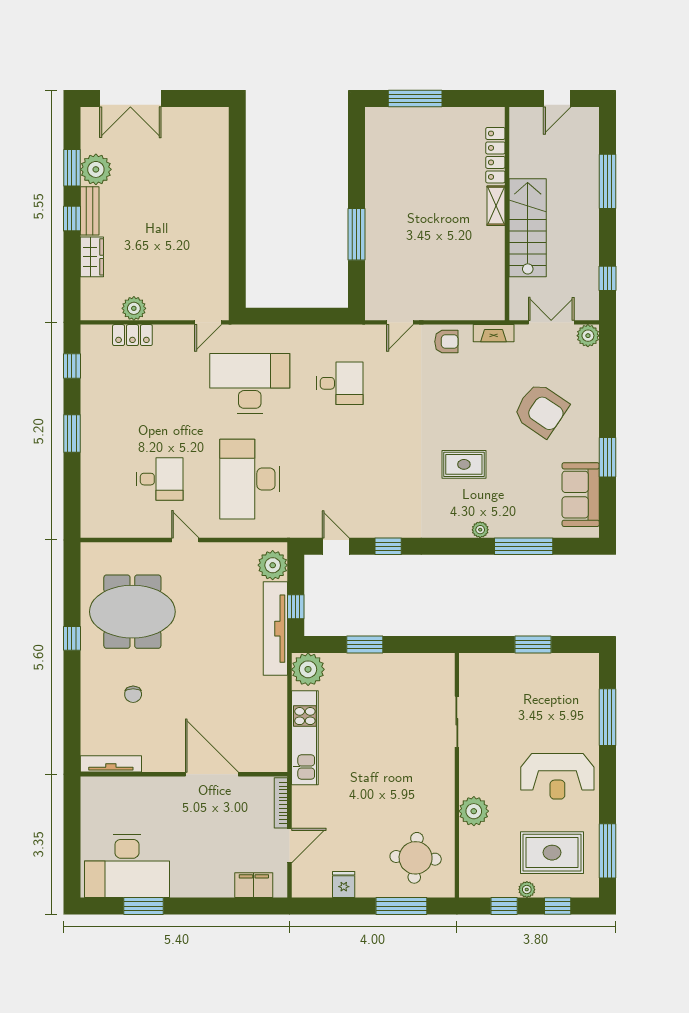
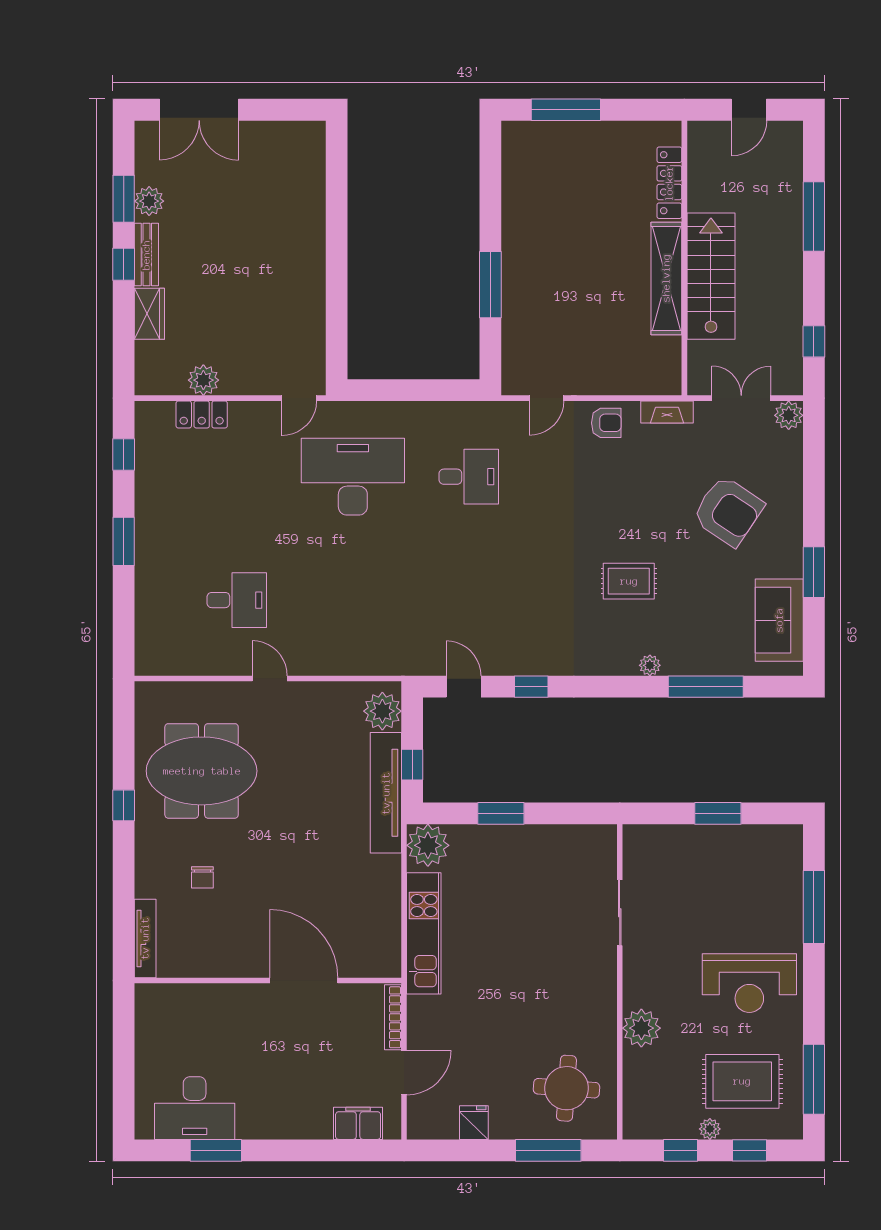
plant: (96, 169) -> (149, 201), width x0.73, depth x0.73
shelving: (496, 206) -> (666, 278), width x2.20, depth x1.33
desk: (250, 479) -> (353, 600), removed
tv unit: (111, 764) -> (145, 938), moved, turned 90
desk: (127, 866) -> (195, 1108), width x0.73, depth x0.77

